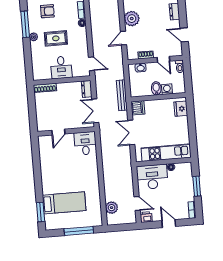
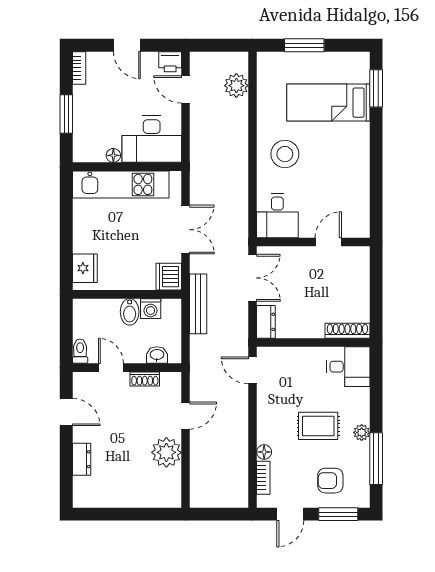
desk: (61, 67) -> (348, 367), moved, turned 90
washing machine: (167, 89) -> (151, 309), moved
stool: (84, 175) -> (285, 154), added
window: (79, 231) -> (304, 45), width x0.69

